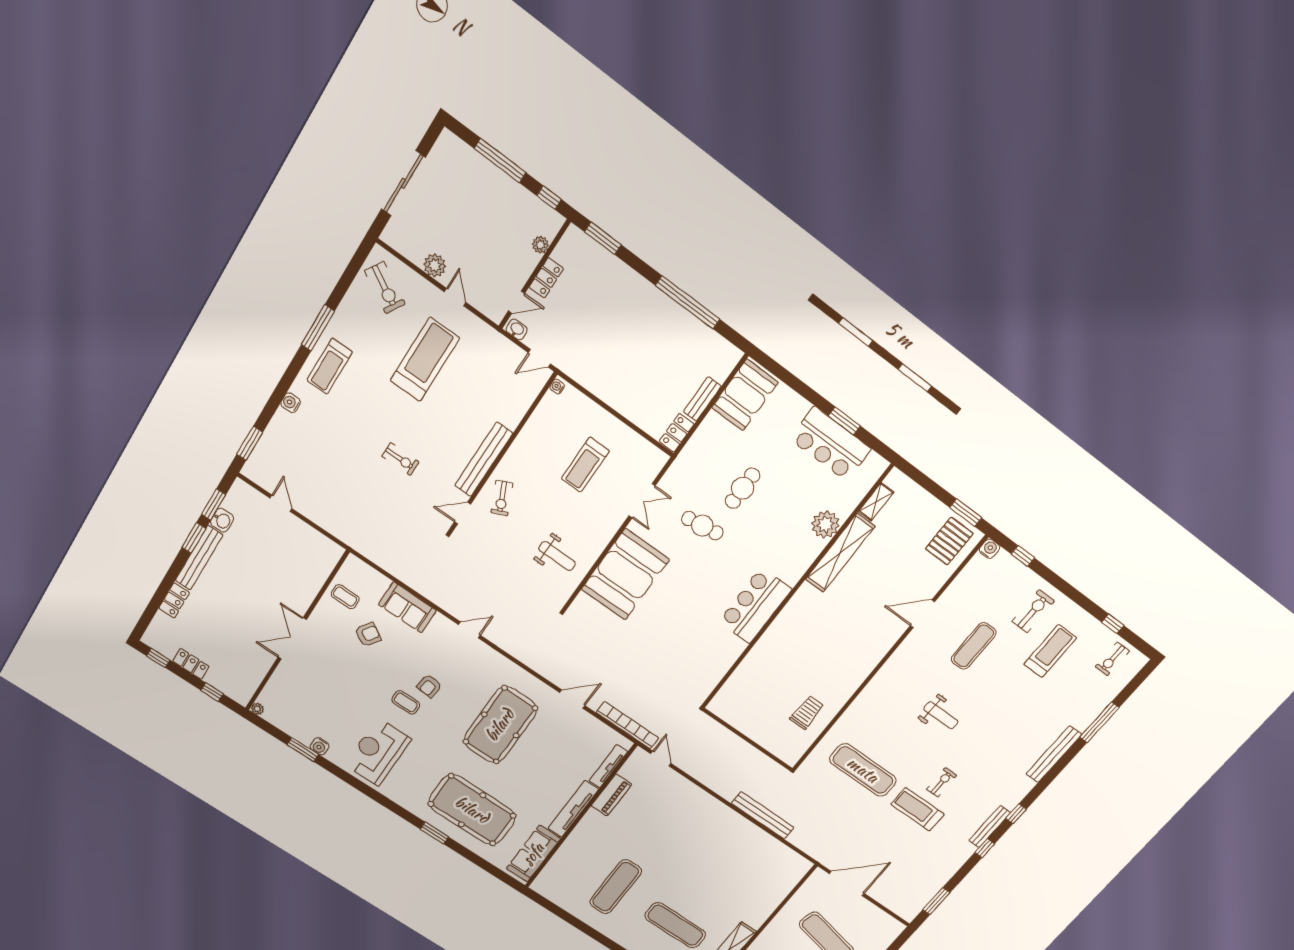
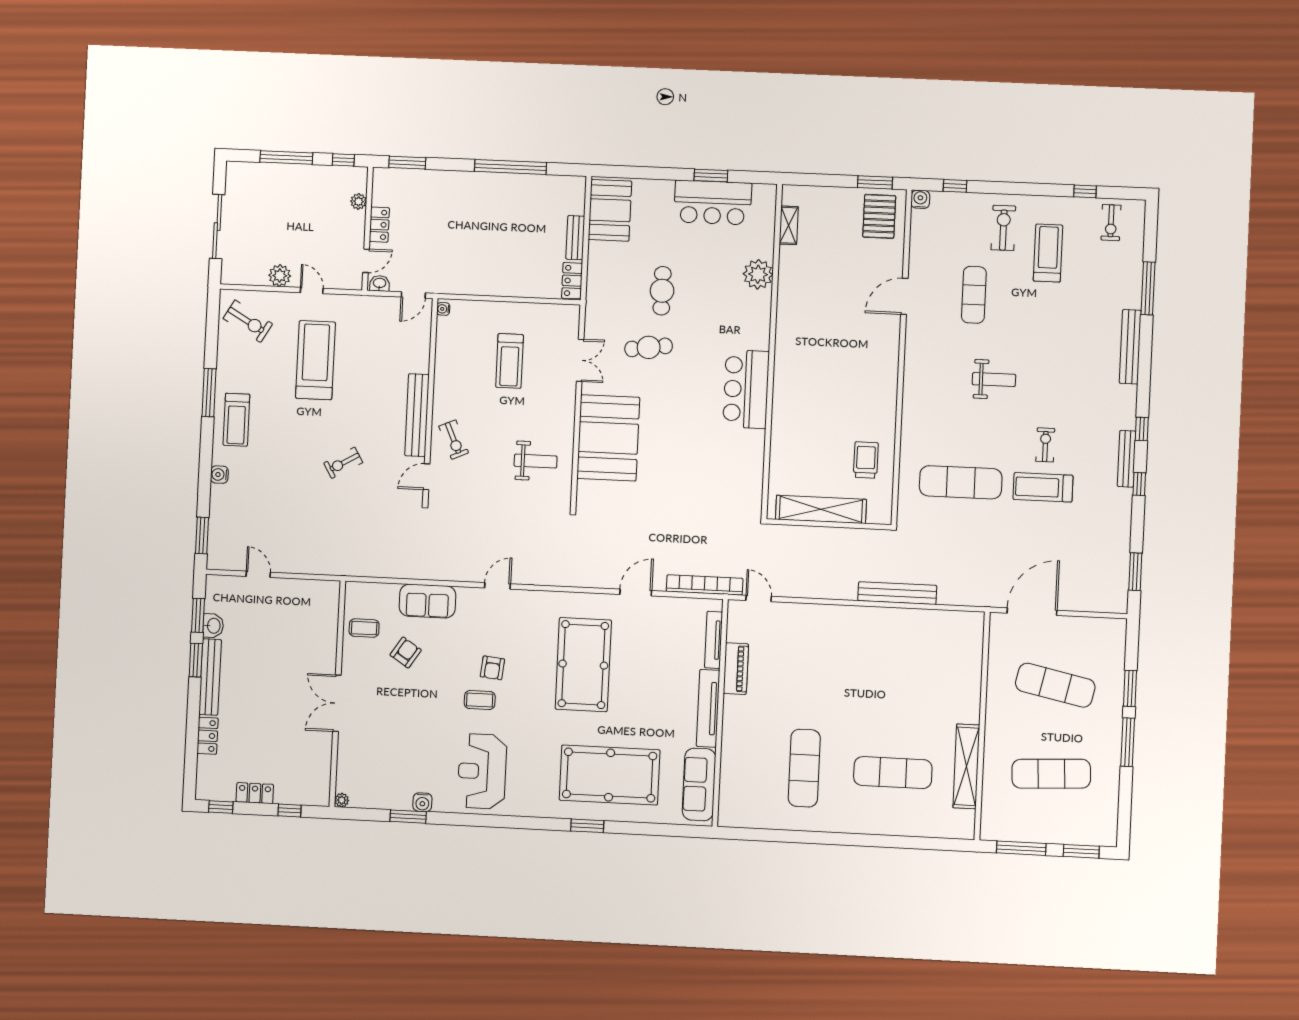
exercise bike: (401, 459) -> (343, 463), turned 150
shelving: (840, 553) -> (821, 509), moved, turned 90

